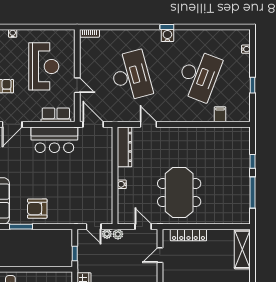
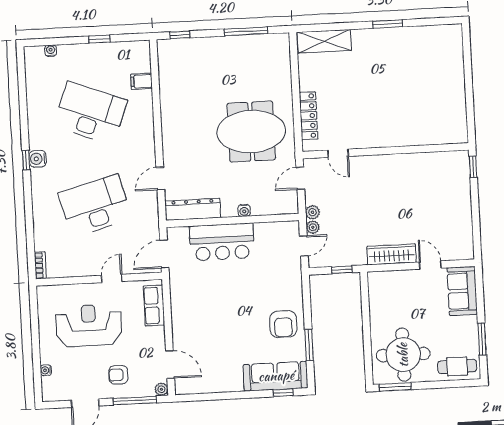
bar counter: (54, 140) -> (222, 242), moved, turned 90
window: (253, 161) -> (180, 35), moved

